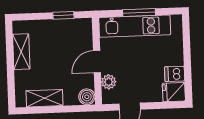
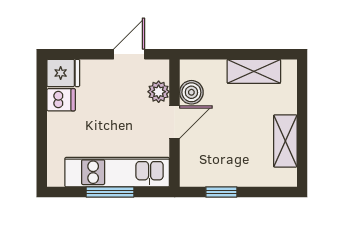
boiler: (87, 97) -> (191, 92), moved

